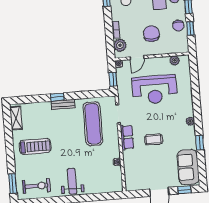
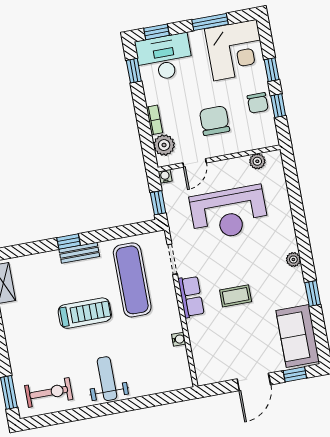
treadmill: (35, 147) -> (85, 313), moved

